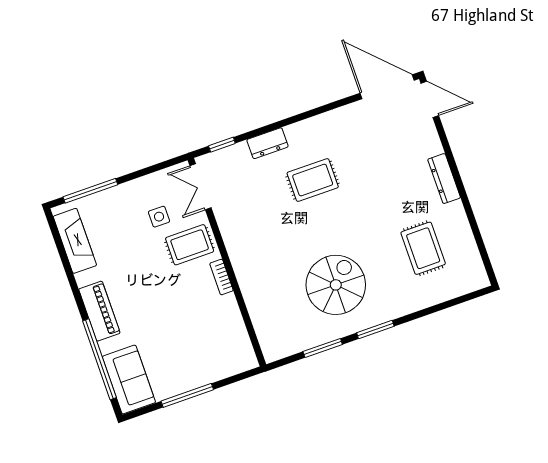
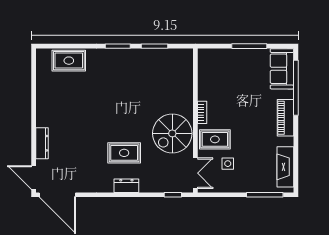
dresser: (267, 143) -> (126, 186), moved
dresser: (444, 179) -> (42, 143), moved
rug: (423, 248) -> (69, 61), moved, turned 90
spiral stairs: (336, 285) -> (172, 133), moved

